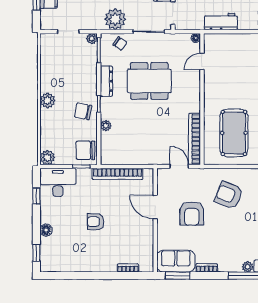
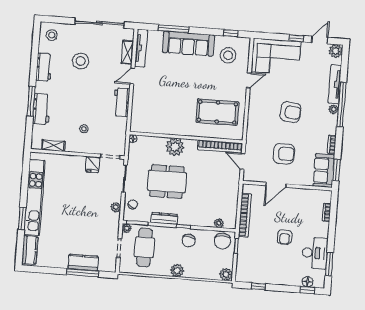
plant: (115, 19) -> (116, 207), width x0.53, depth x0.53
workbench: (221, 22) -> (122, 102), moved
cafe table: (71, 61) -> (144, 247), added
door: (202, 62) -> (154, 135), removed
dining table: (149, 81) -> (167, 182), turned 90
plant: (190, 87) -> (175, 147), added
plant: (106, 126) -> (219, 223), moved
door: (179, 166) -> (243, 161), hinge flipped
desk: (58, 182) -> (315, 253), moved, turned 180
armchair: (229, 195) -> (290, 112), moved, turned -105
floor lamp: (46, 230) -> (307, 282), moved
window: (68, 276) -> (329, 264), added

